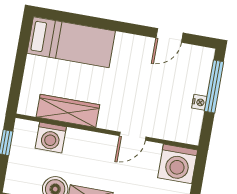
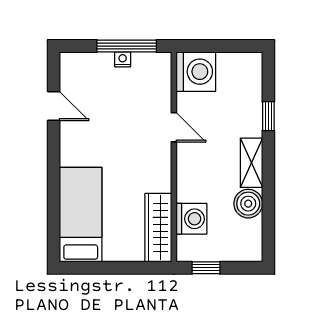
window: (214, 86) -> (127, 46), moved
wardrobe: (68, 111) -> (158, 228), moved

